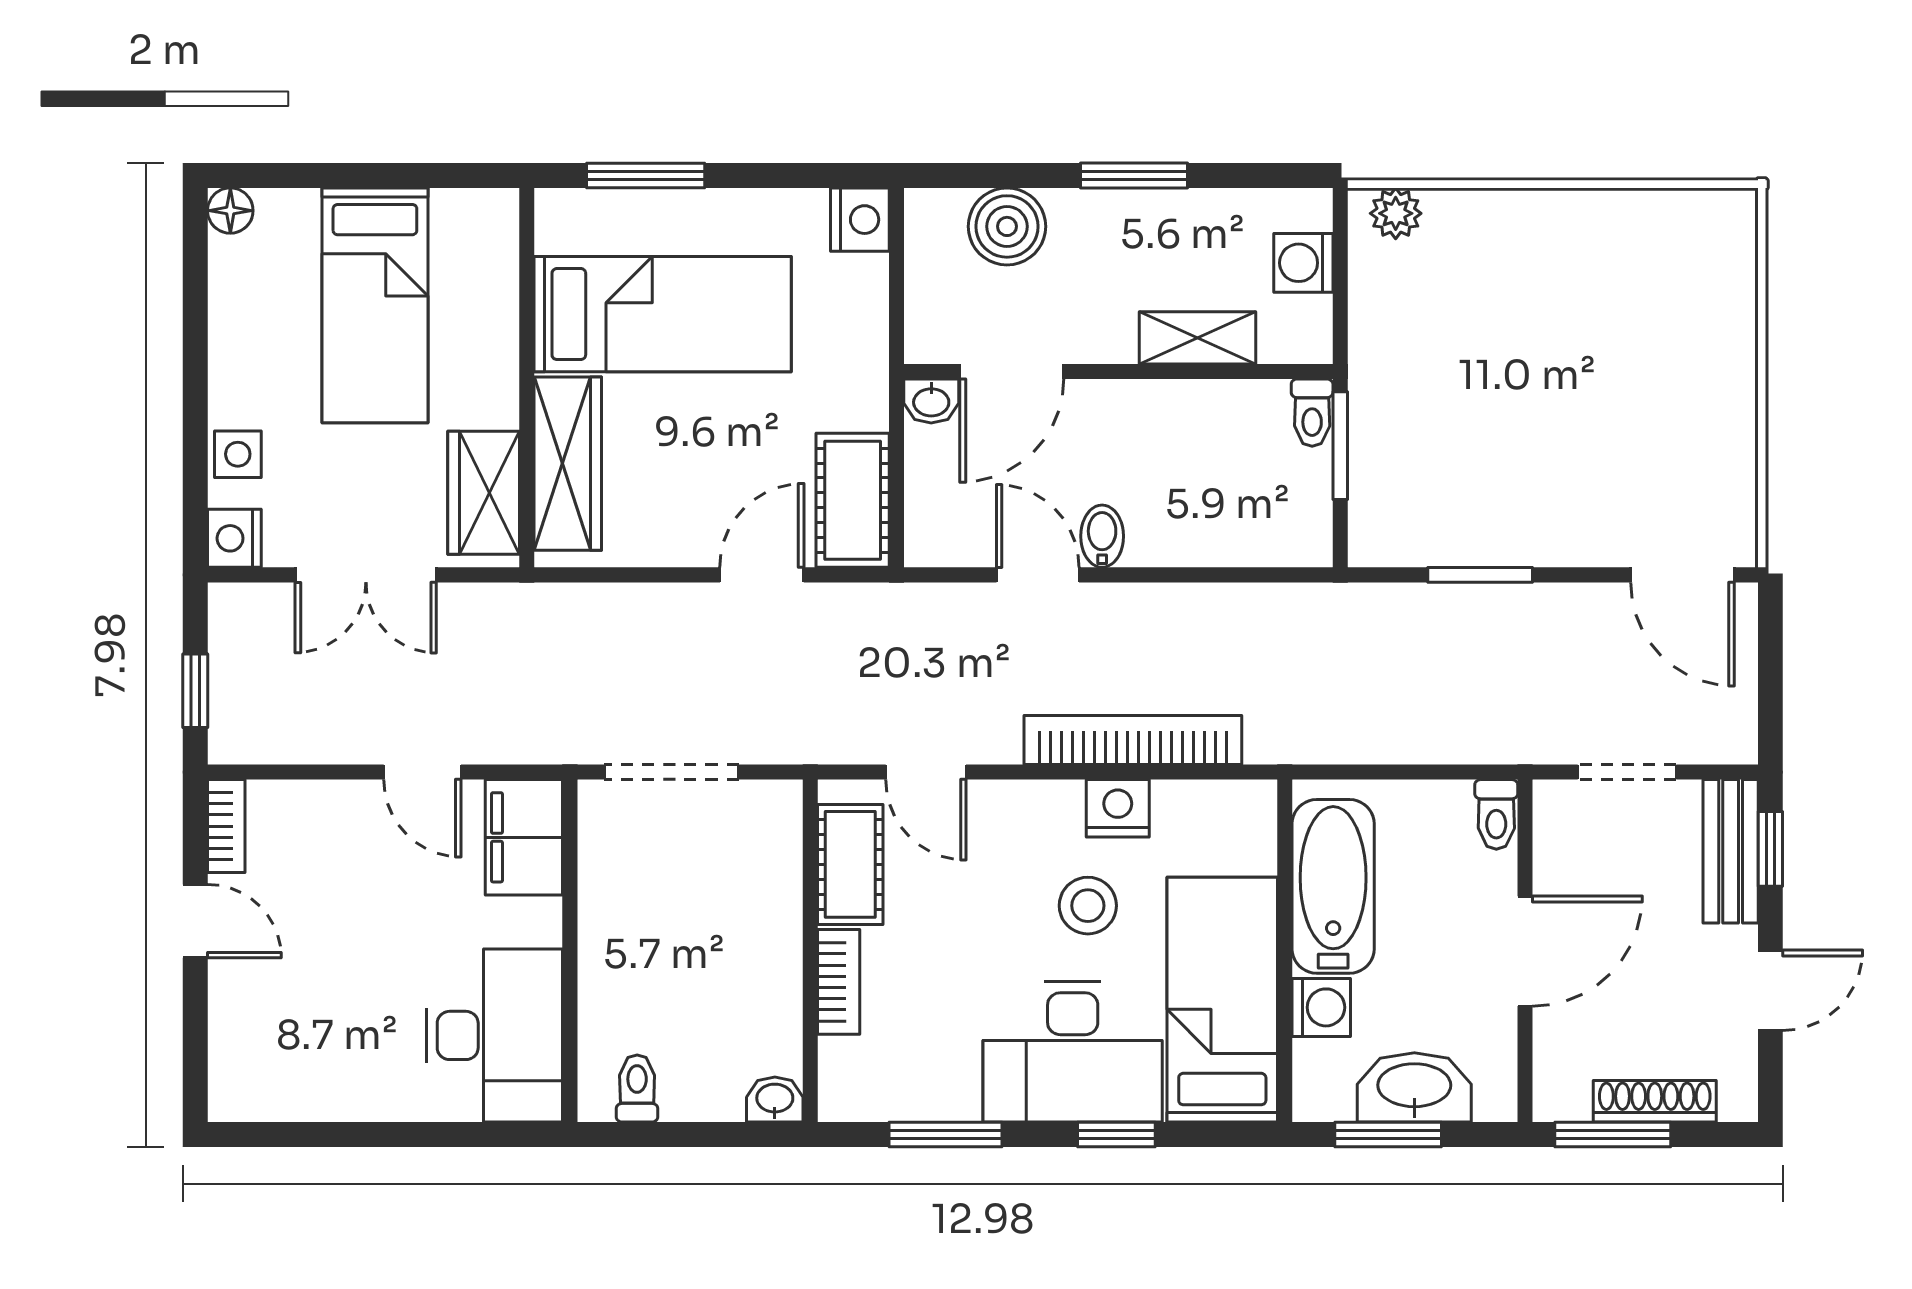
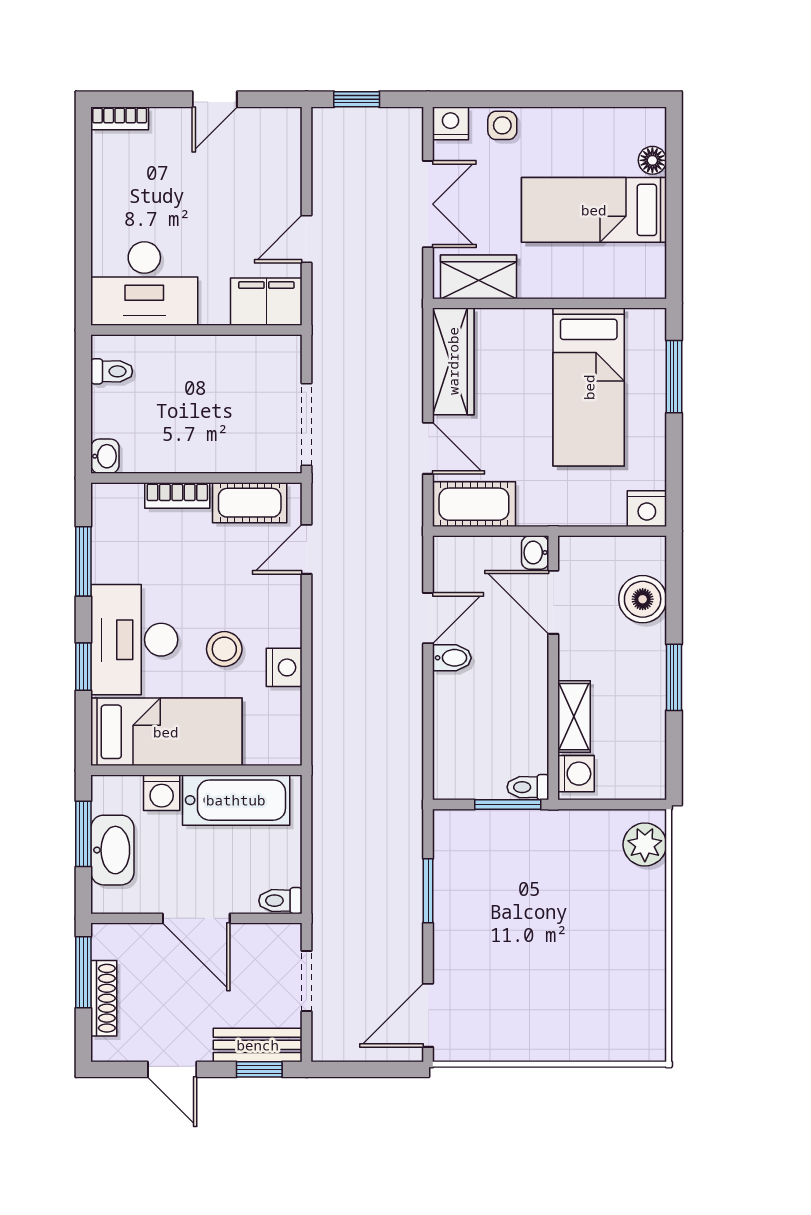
floor lamp: (230, 211) -> (652, 160), moved
plant: (1396, 213) -> (645, 845), width x1.38, depth x1.38
washing machine: (1303, 263) -> (576, 774), moved, turned 90
wardrobe: (568, 464) -> (453, 361), moved, turned -90
double door: (366, 575) -> (428, 204), swing flipped
bookcase: (1133, 740) -> (326, 677), removed
doorway: (672, 772) -> (307, 425), moved
bookcase: (226, 826) -> (120, 118), moved

